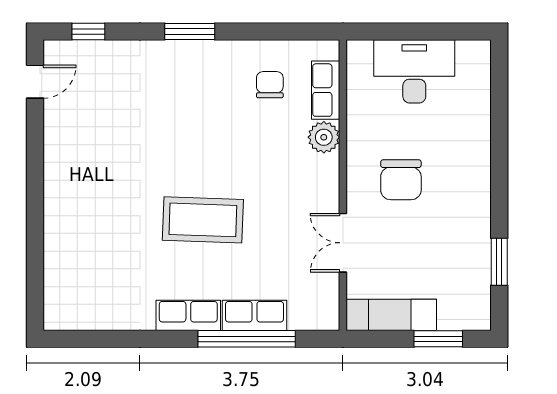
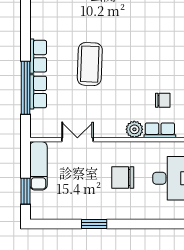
chair: (401, 180) -> (123, 177), moved
window: (499, 262) -> (94, 224), moved

